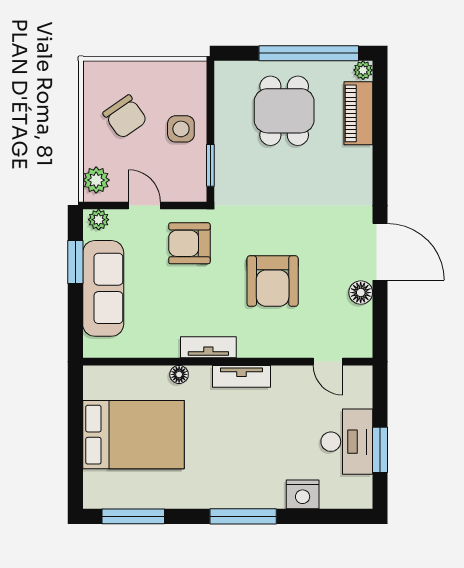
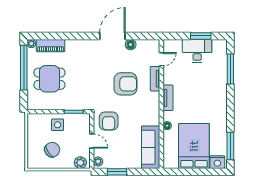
door: (144, 206) -> (92, 141), swing flipped
sofa: (103, 288) -> (151, 147), moved, turned -90
tv unit: (208, 347) -> (155, 79), moved
nightstand: (303, 494) -> (217, 162), moved, turned 90
window: (243, 516) -> (230, 69), moved

